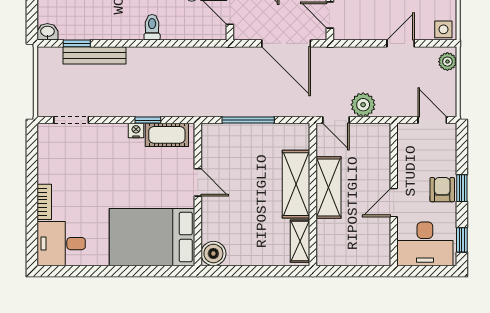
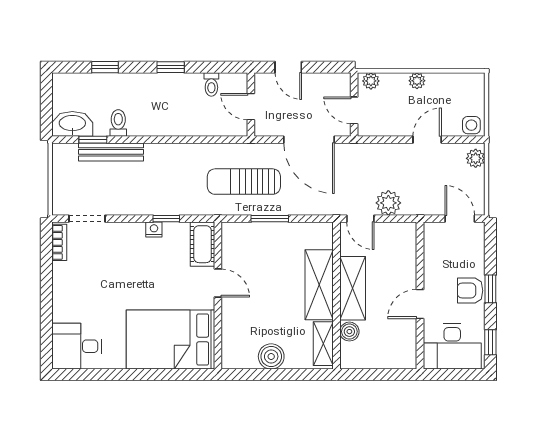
toilet: (152, 27) -> (118, 123), moved
washbasin: (47, 32) -> (72, 124), width x1.91, depth x1.45
sun lounger: (223, 84) -> (244, 182), added
window: (248, 120) -> (270, 219), width x0.69
cot: (167, 135) -> (203, 244), moved, turned 90
armchair: (442, 190) -> (470, 291), turned -90
bookcase: (44, 202) -> (59, 242), moved
boiler: (325, 229) -> (349, 332), added
boiler: (213, 254) -> (271, 356), moved

